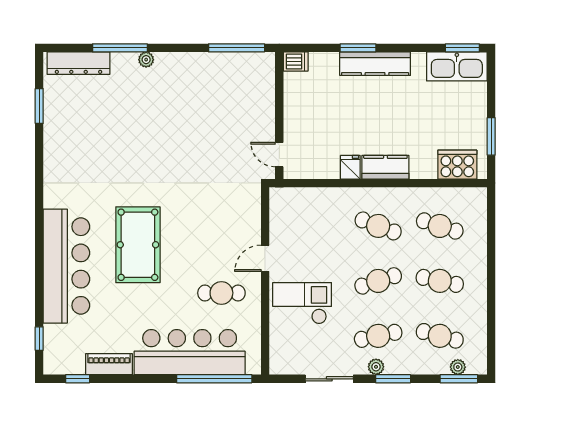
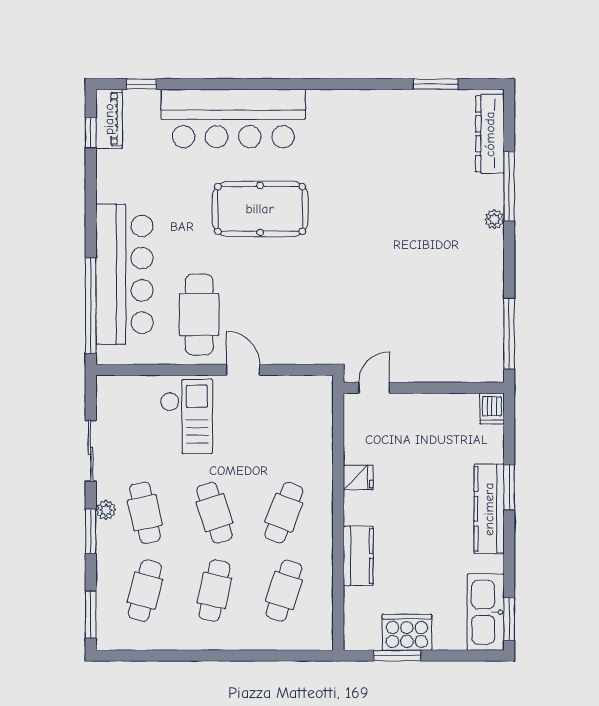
cooker: (457, 165) -> (407, 632), moved, turned -90
kitchen counter: (385, 167) -> (358, 556), moved
cafe table: (221, 293) -> (199, 315), width x1.37, depth x1.35
piano: (109, 364) -> (109, 119), moved
plant: (458, 367) -> (106, 613), removed

